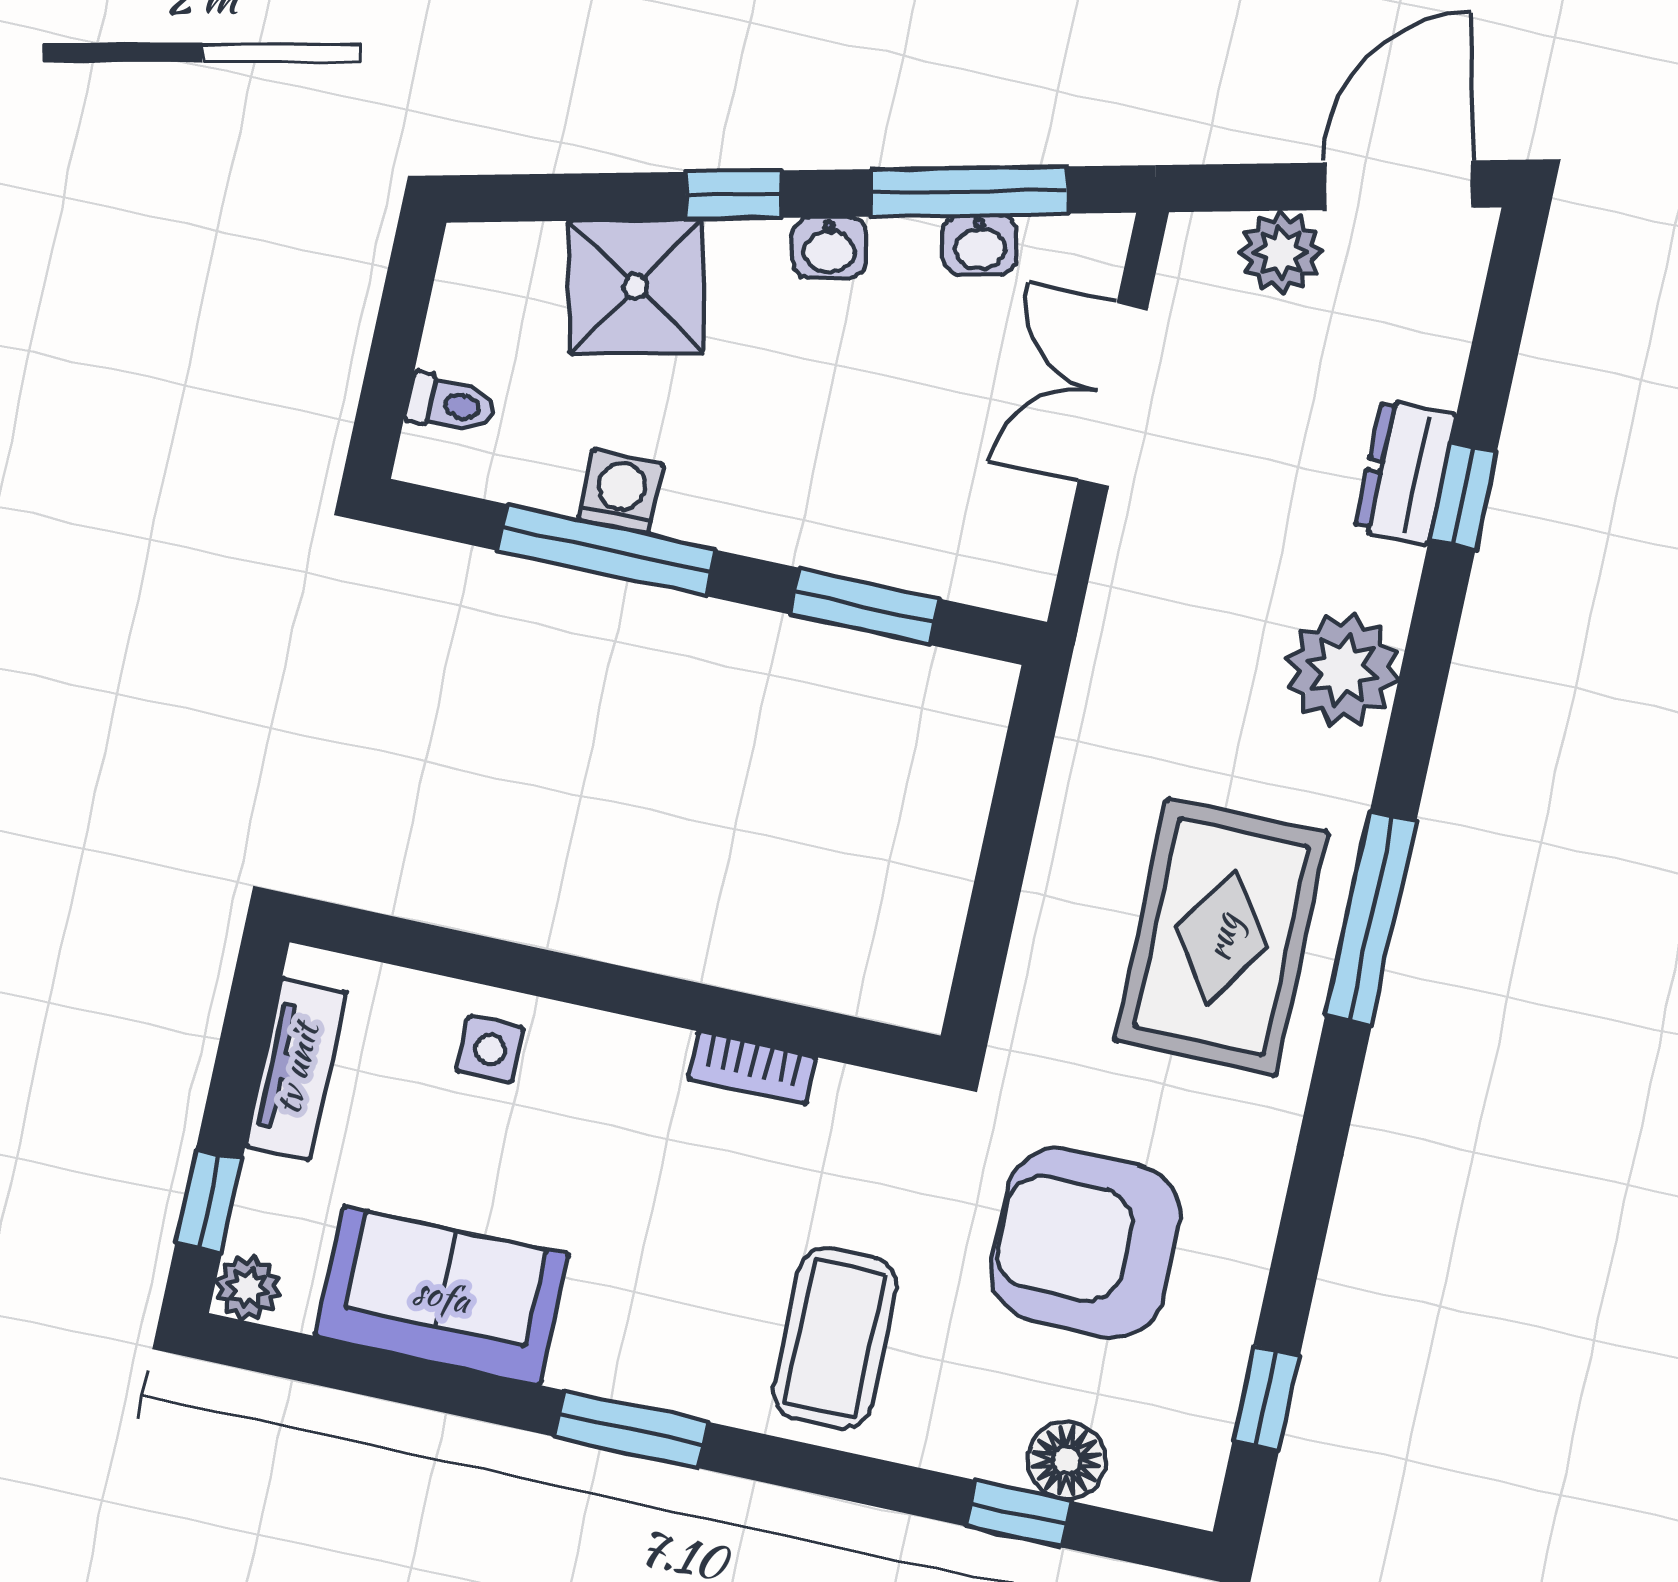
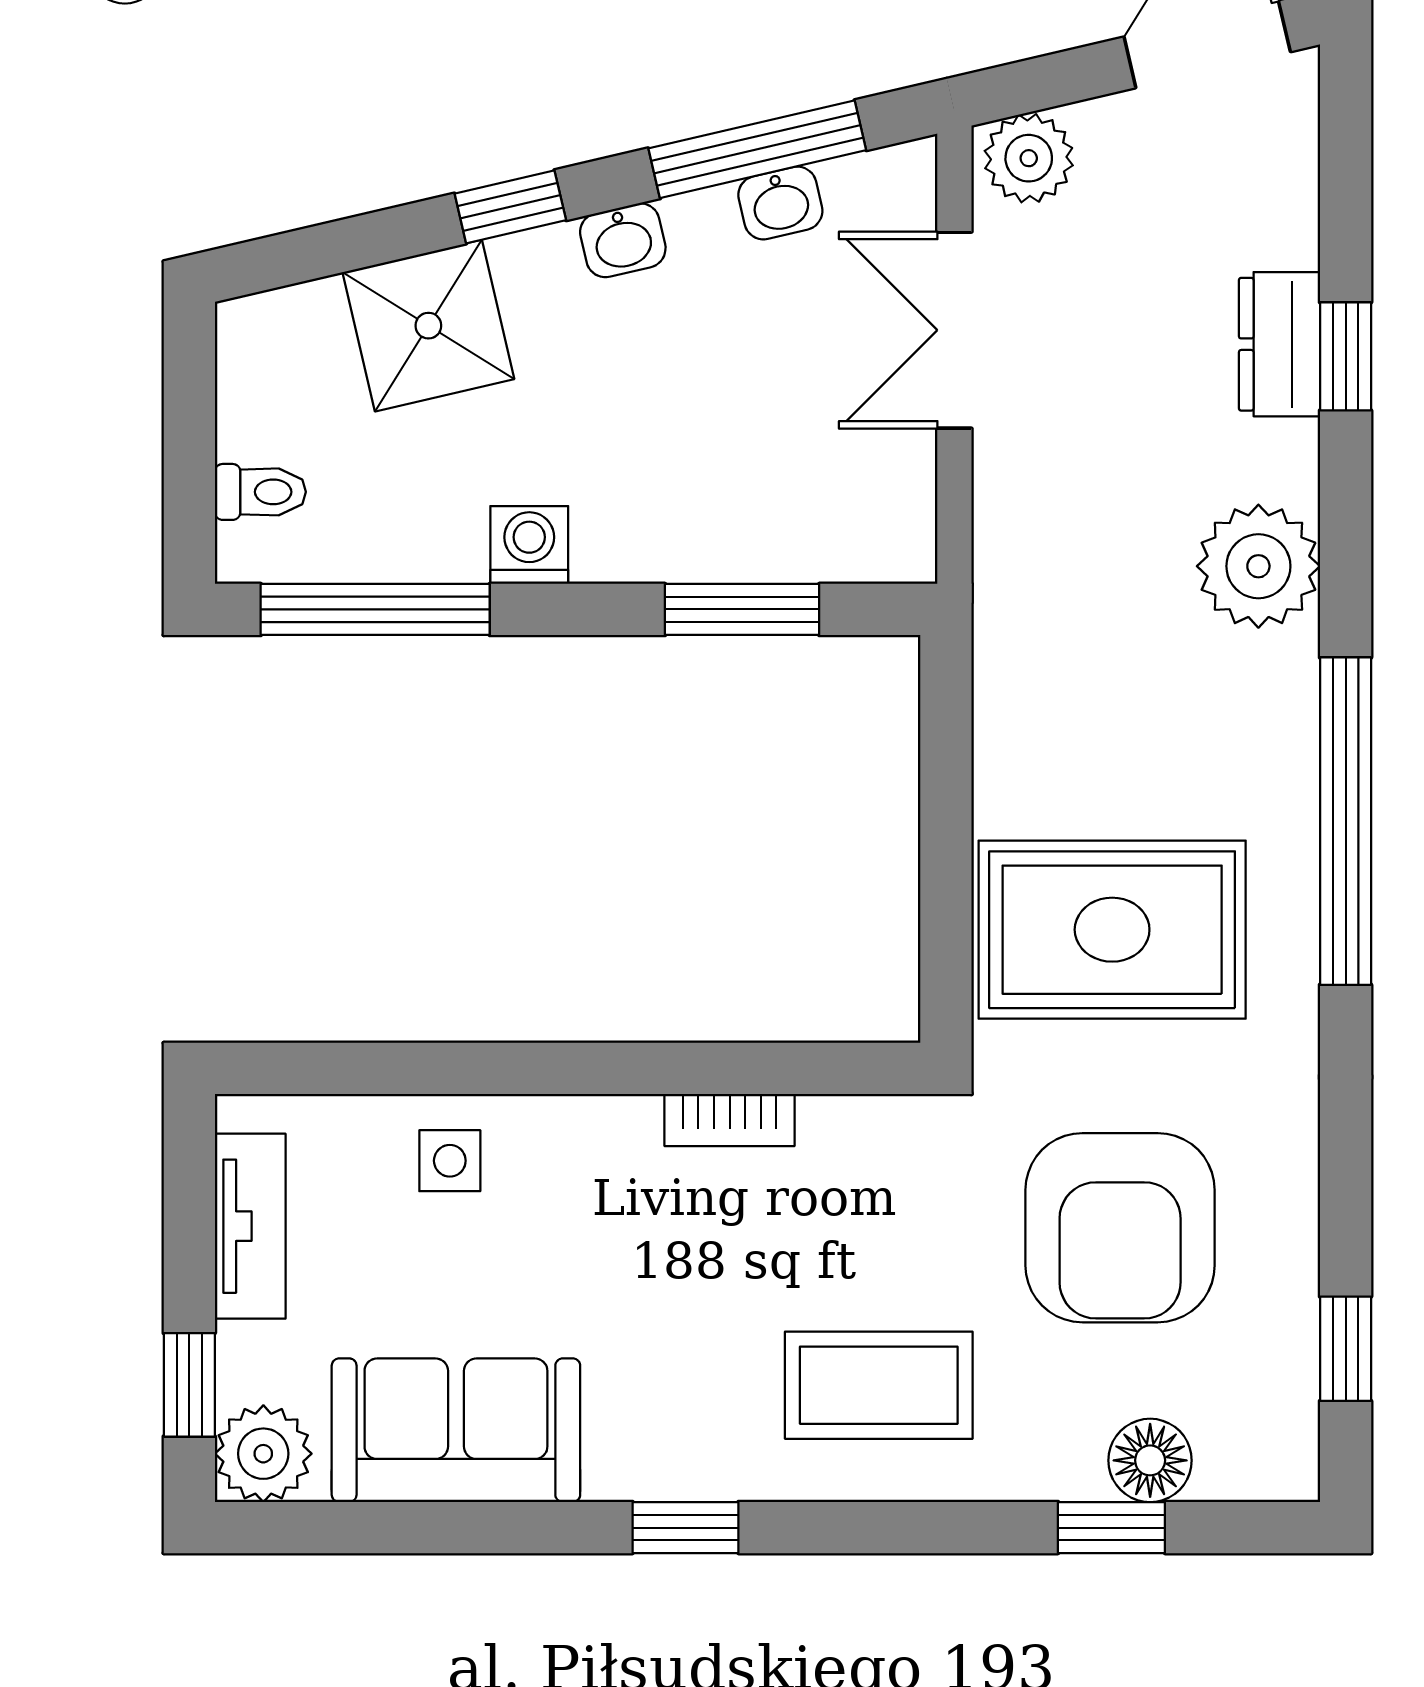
plant: (1281, 252) -> (1029, 158), moved
washing machine: (621, 492) -> (529, 545), moved
window: (607, 550) -> (375, 609), moved
window: (1371, 918) -> (1346, 821), width x1.46
rug: (1222, 937) -> (1112, 930), moved, turned 90
armchair: (1085, 1243) -> (1120, 1228), turned -90
plant: (248, 1288) -> (263, 1454), width x1.38, depth x1.38
coffee table: (835, 1338) -> (879, 1385), turned 90
window: (631, 1429) -> (686, 1528), width x0.67

